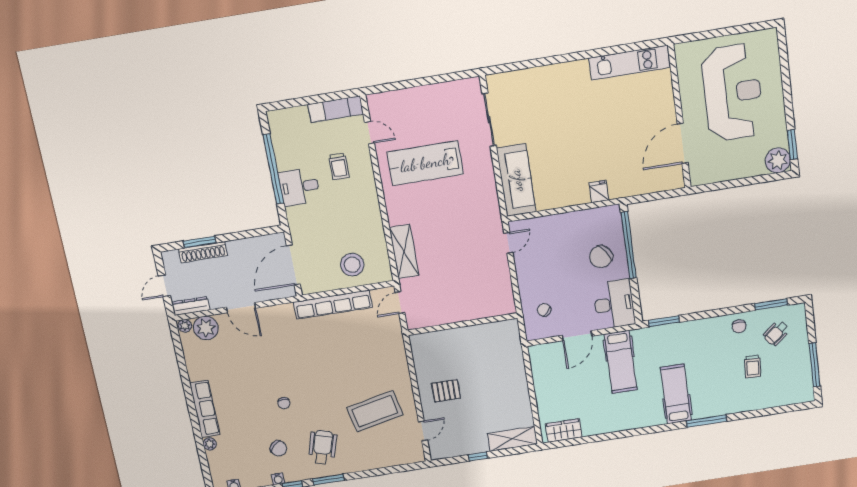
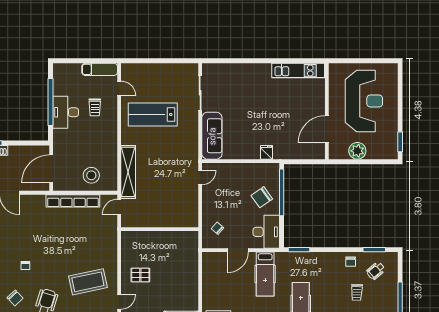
plant: (778, 160) -> (357, 151), moved
desk: (299, 187) -> (66, 112), width x1.37
shelving: (404, 252) -> (128, 172), width x1.47

